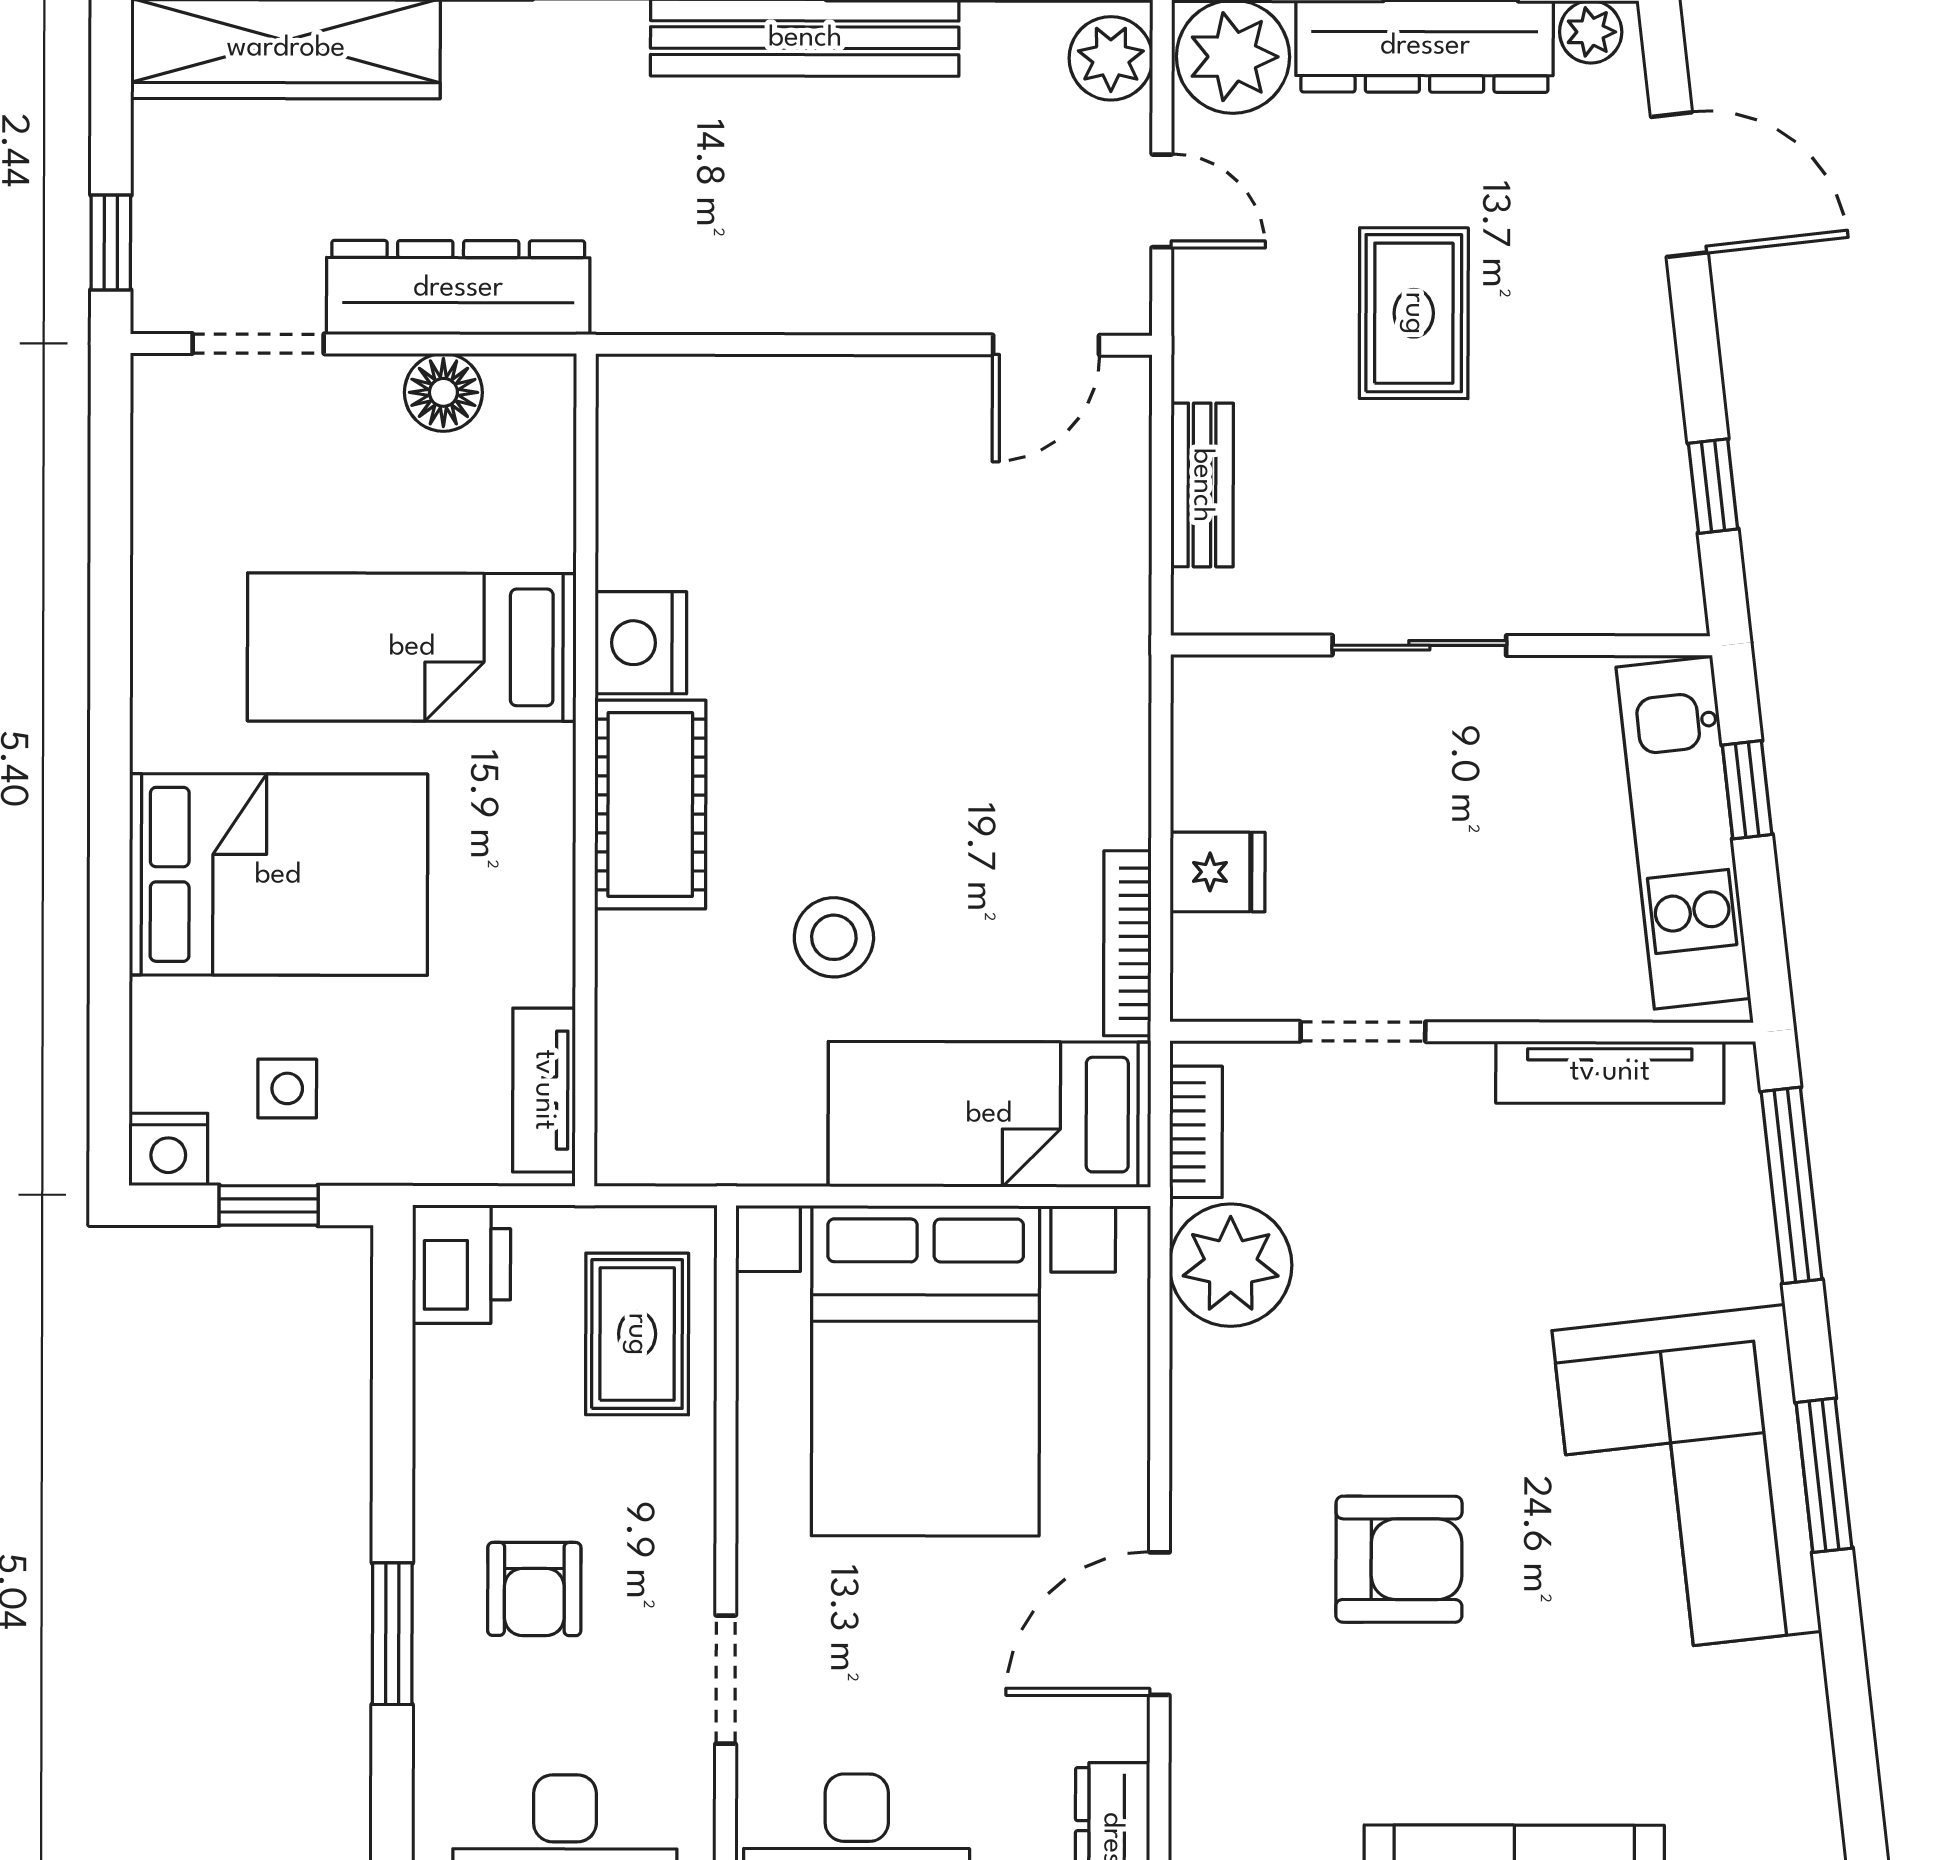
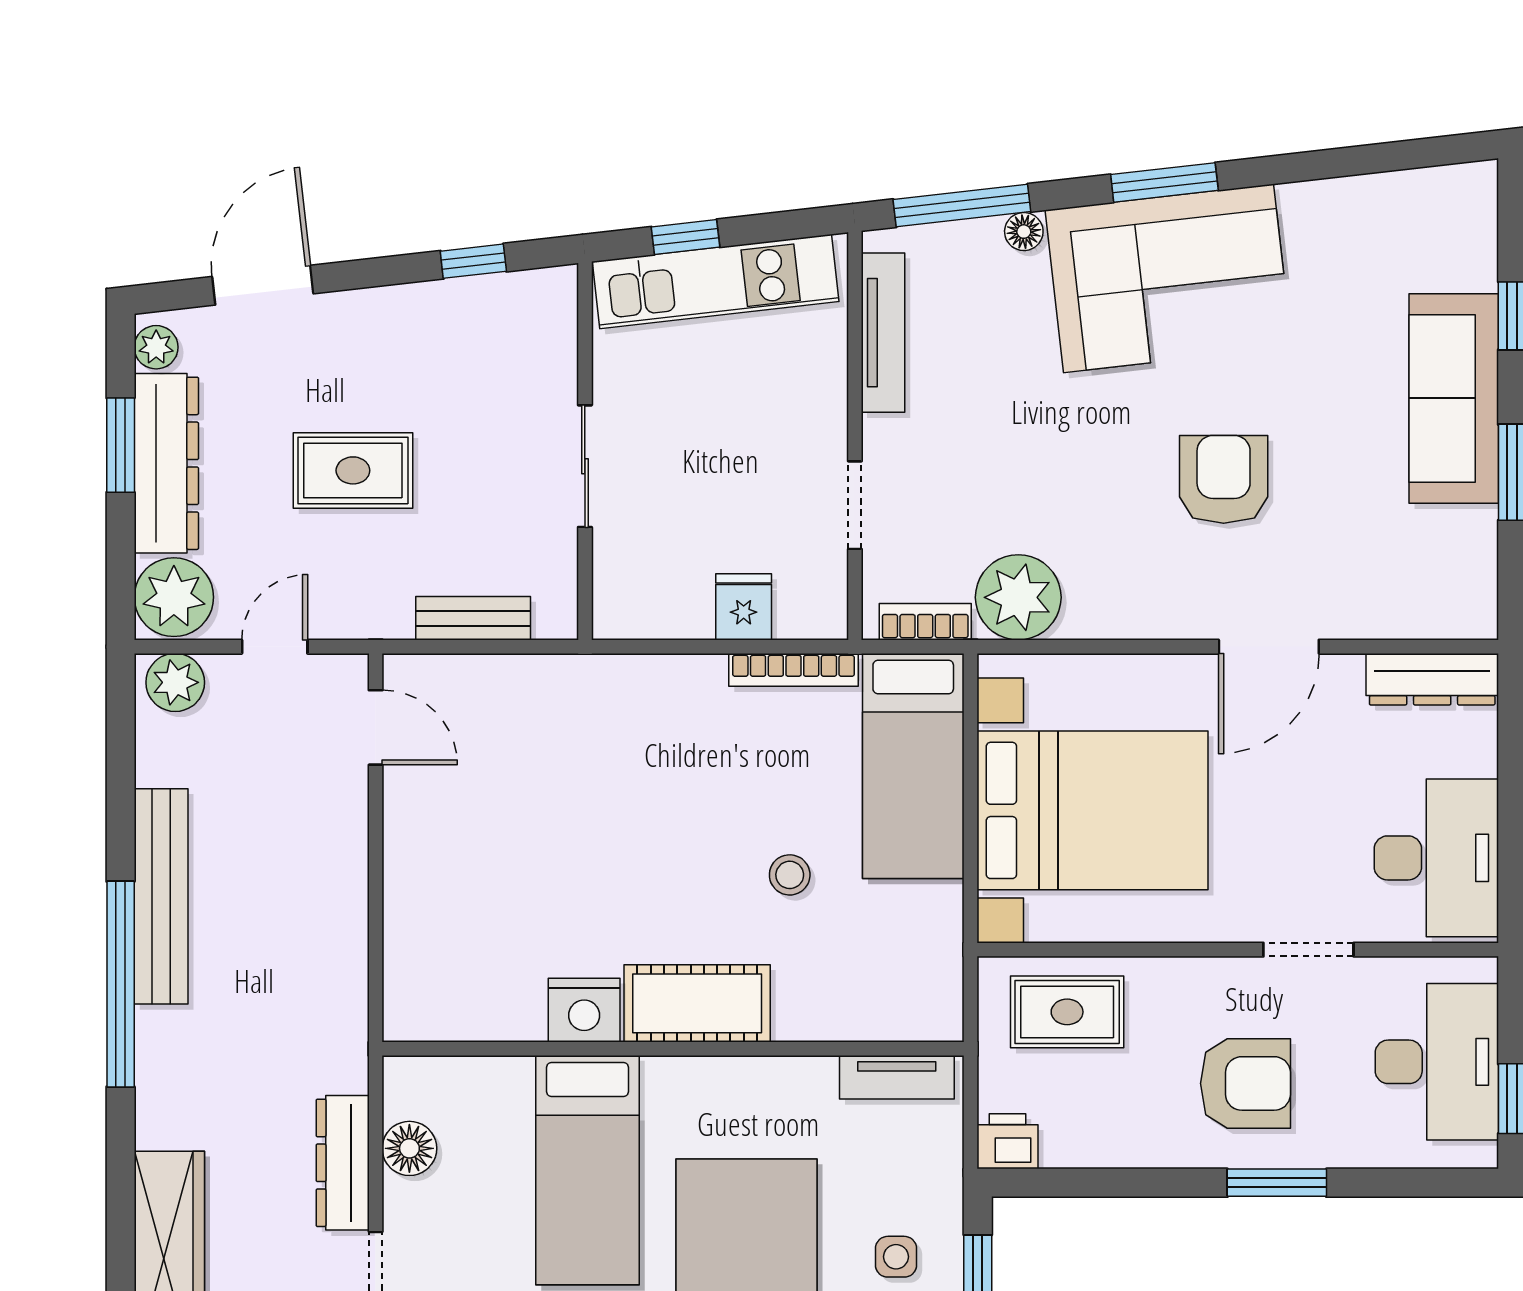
dresser: (458, 288) -> (343, 1163), width x0.73, depth x0.80
stool: (834, 937) -> (790, 875), width x0.73, depth x0.73
printer: (462, 1264) -> (1008, 1141), width x0.73, depth x0.81
floor lamp: (1754, 1274) -> (1024, 232), added
armchair: (534, 1589) -> (1245, 1083), width x1.38, depth x1.38
door: (1159, 1624) -> (1269, 647), hinge flipped

